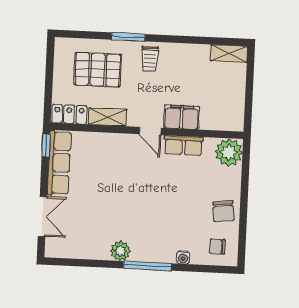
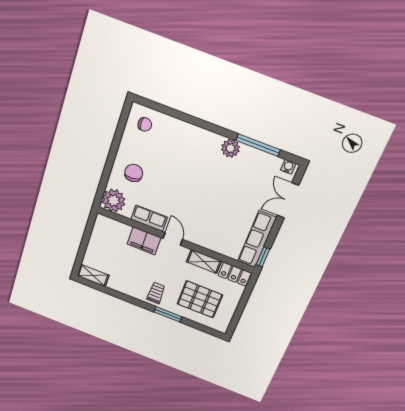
chair: (224, 211) -> (134, 173), moved
water cooler: (183, 257) -> (288, 167), moved
window: (147, 266) -> (258, 145), moved

